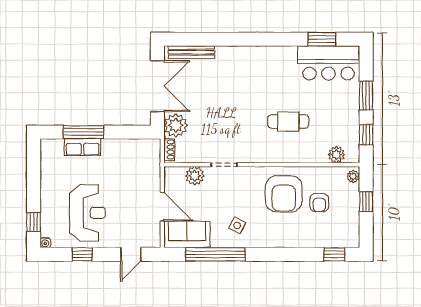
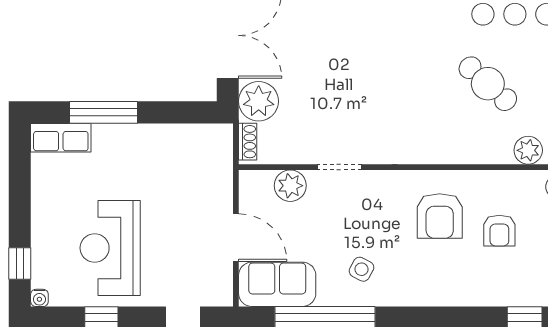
cafe table: (288, 122) -> (488, 84), moved, turned 42
row of seats: (83, 147) -> (61, 138), moved
armchair: (284, 194) -> (440, 216), width x0.73, depth x0.73
reception desk: (87, 213) -> (110, 248), turned 180

